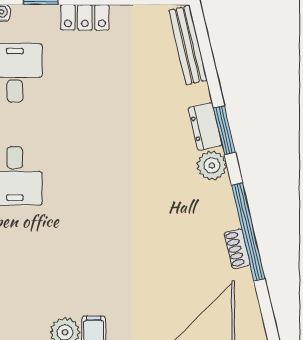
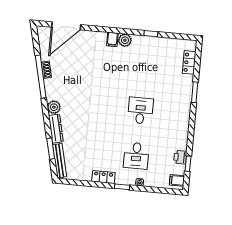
dresser: (205, 127) -> (56, 129), width x1.44
window: (224, 130) -> (51, 149), moved

